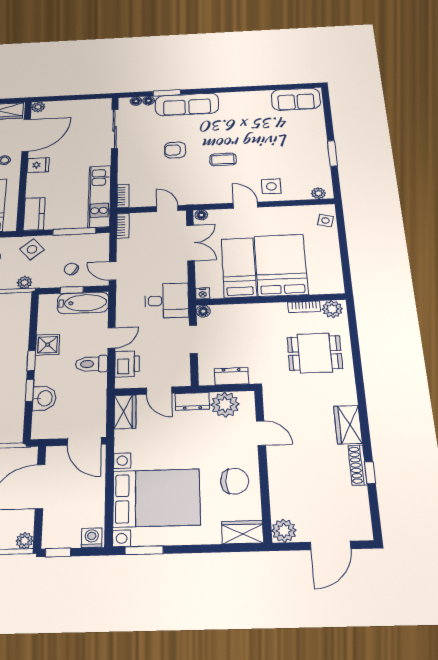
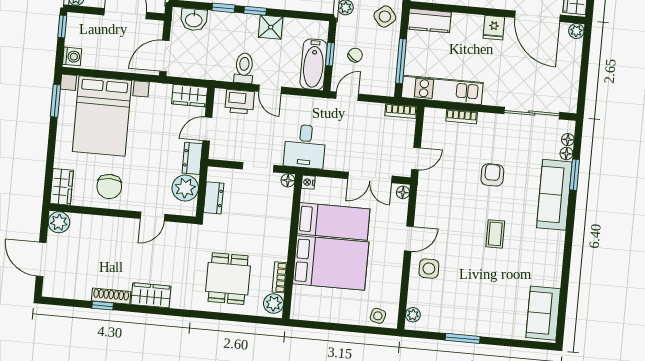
coffee table: (223, 159) -> (495, 234), moved
bookcase: (123, 196) -> (462, 117), moved
washbasin: (44, 398) -> (194, 20), moved

